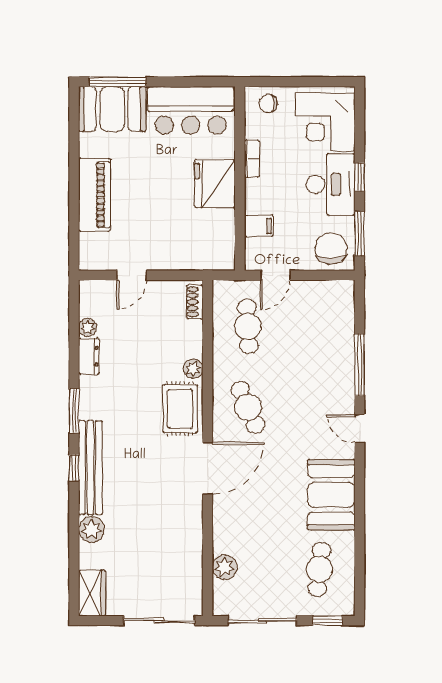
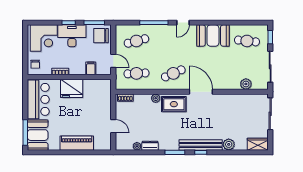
cafe table: (319, 326) -> (136, 41), added

